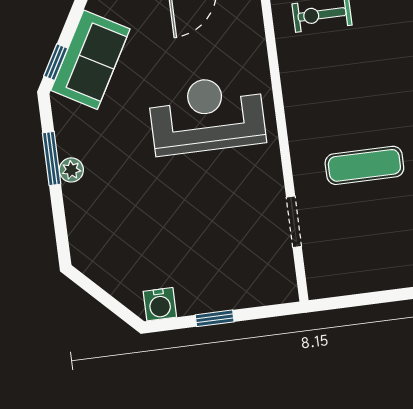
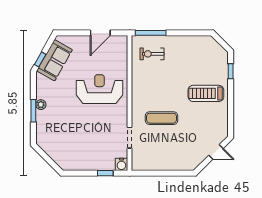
window: (52, 159) -> (33, 111), moved
water cooler: (160, 304) -> (121, 164), moved
window: (215, 318) -> (105, 173), moved

